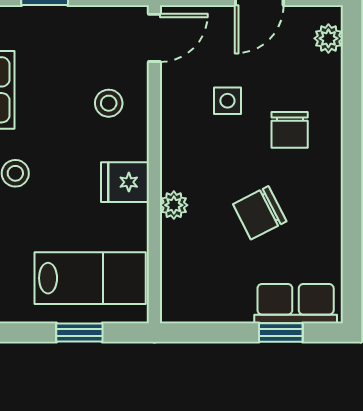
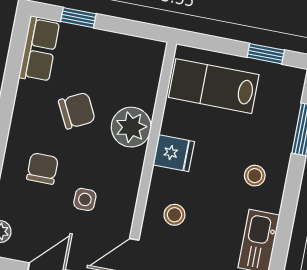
plant: (174, 205) -> (131, 127), width x1.88, depth x1.88
row of seats: (296, 304) -> (39, 49), moved, turned -90
window: (79, 332) -> (266, 54), moved

